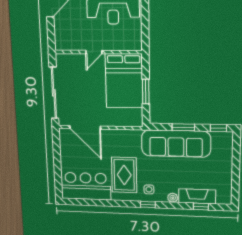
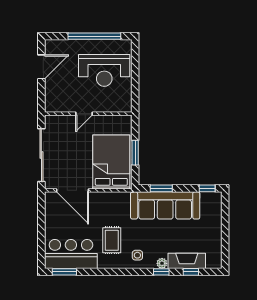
bed: (124, 81) -> (111, 162), moved, turned 180
window: (183, 127) -> (161, 188), moved
rug: (124, 175) -> (112, 240), width x0.73, depth x0.70
window: (80, 202) -> (64, 272), added
window: (148, 205) -> (161, 272), moved

